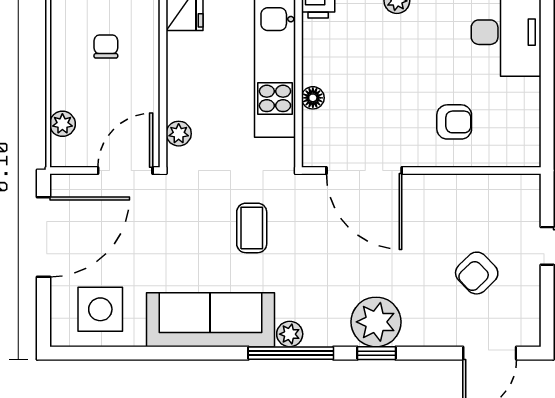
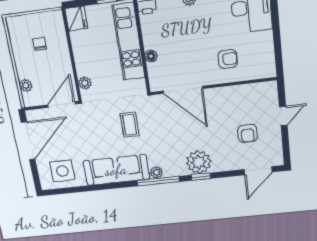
armchair: (477, 273) -> (248, 133), turned -47

